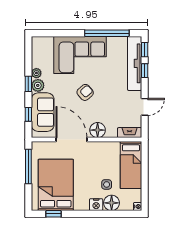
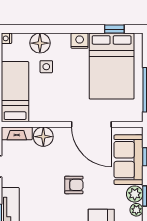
armchair: (85, 92) -> (74, 185), turned -139
floor lamp: (98, 130) -> (43, 137), moved
nightstand: (96, 205) -> (80, 41), moved

